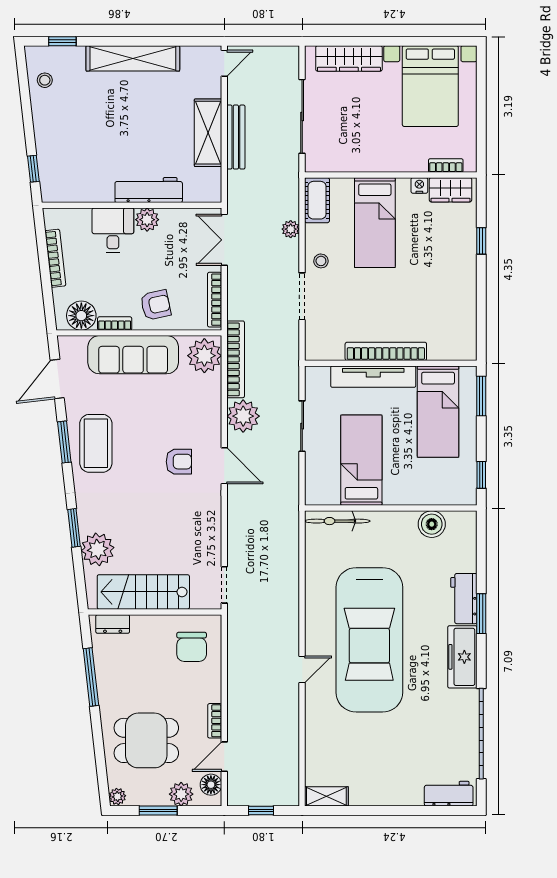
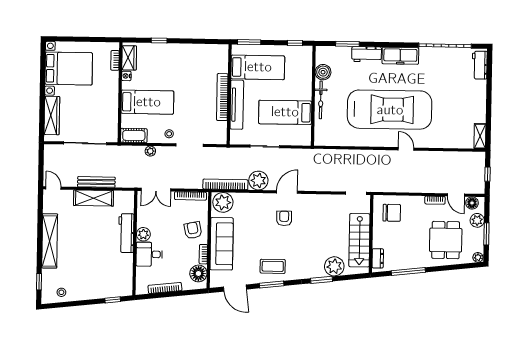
coffee table: (96, 443) -> (273, 266), width x0.73, depth x0.76
bicycle: (337, 521) -> (321, 100), moved
window: (481, 614) -> (347, 44), moved

